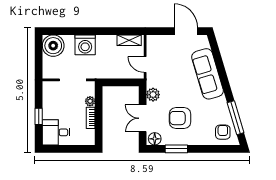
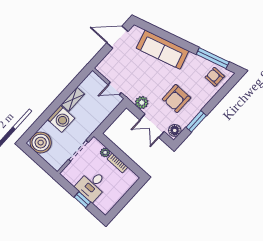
shelving: (129, 40) -> (73, 99), moved
desk: (56, 132) -> (92, 185), moved

